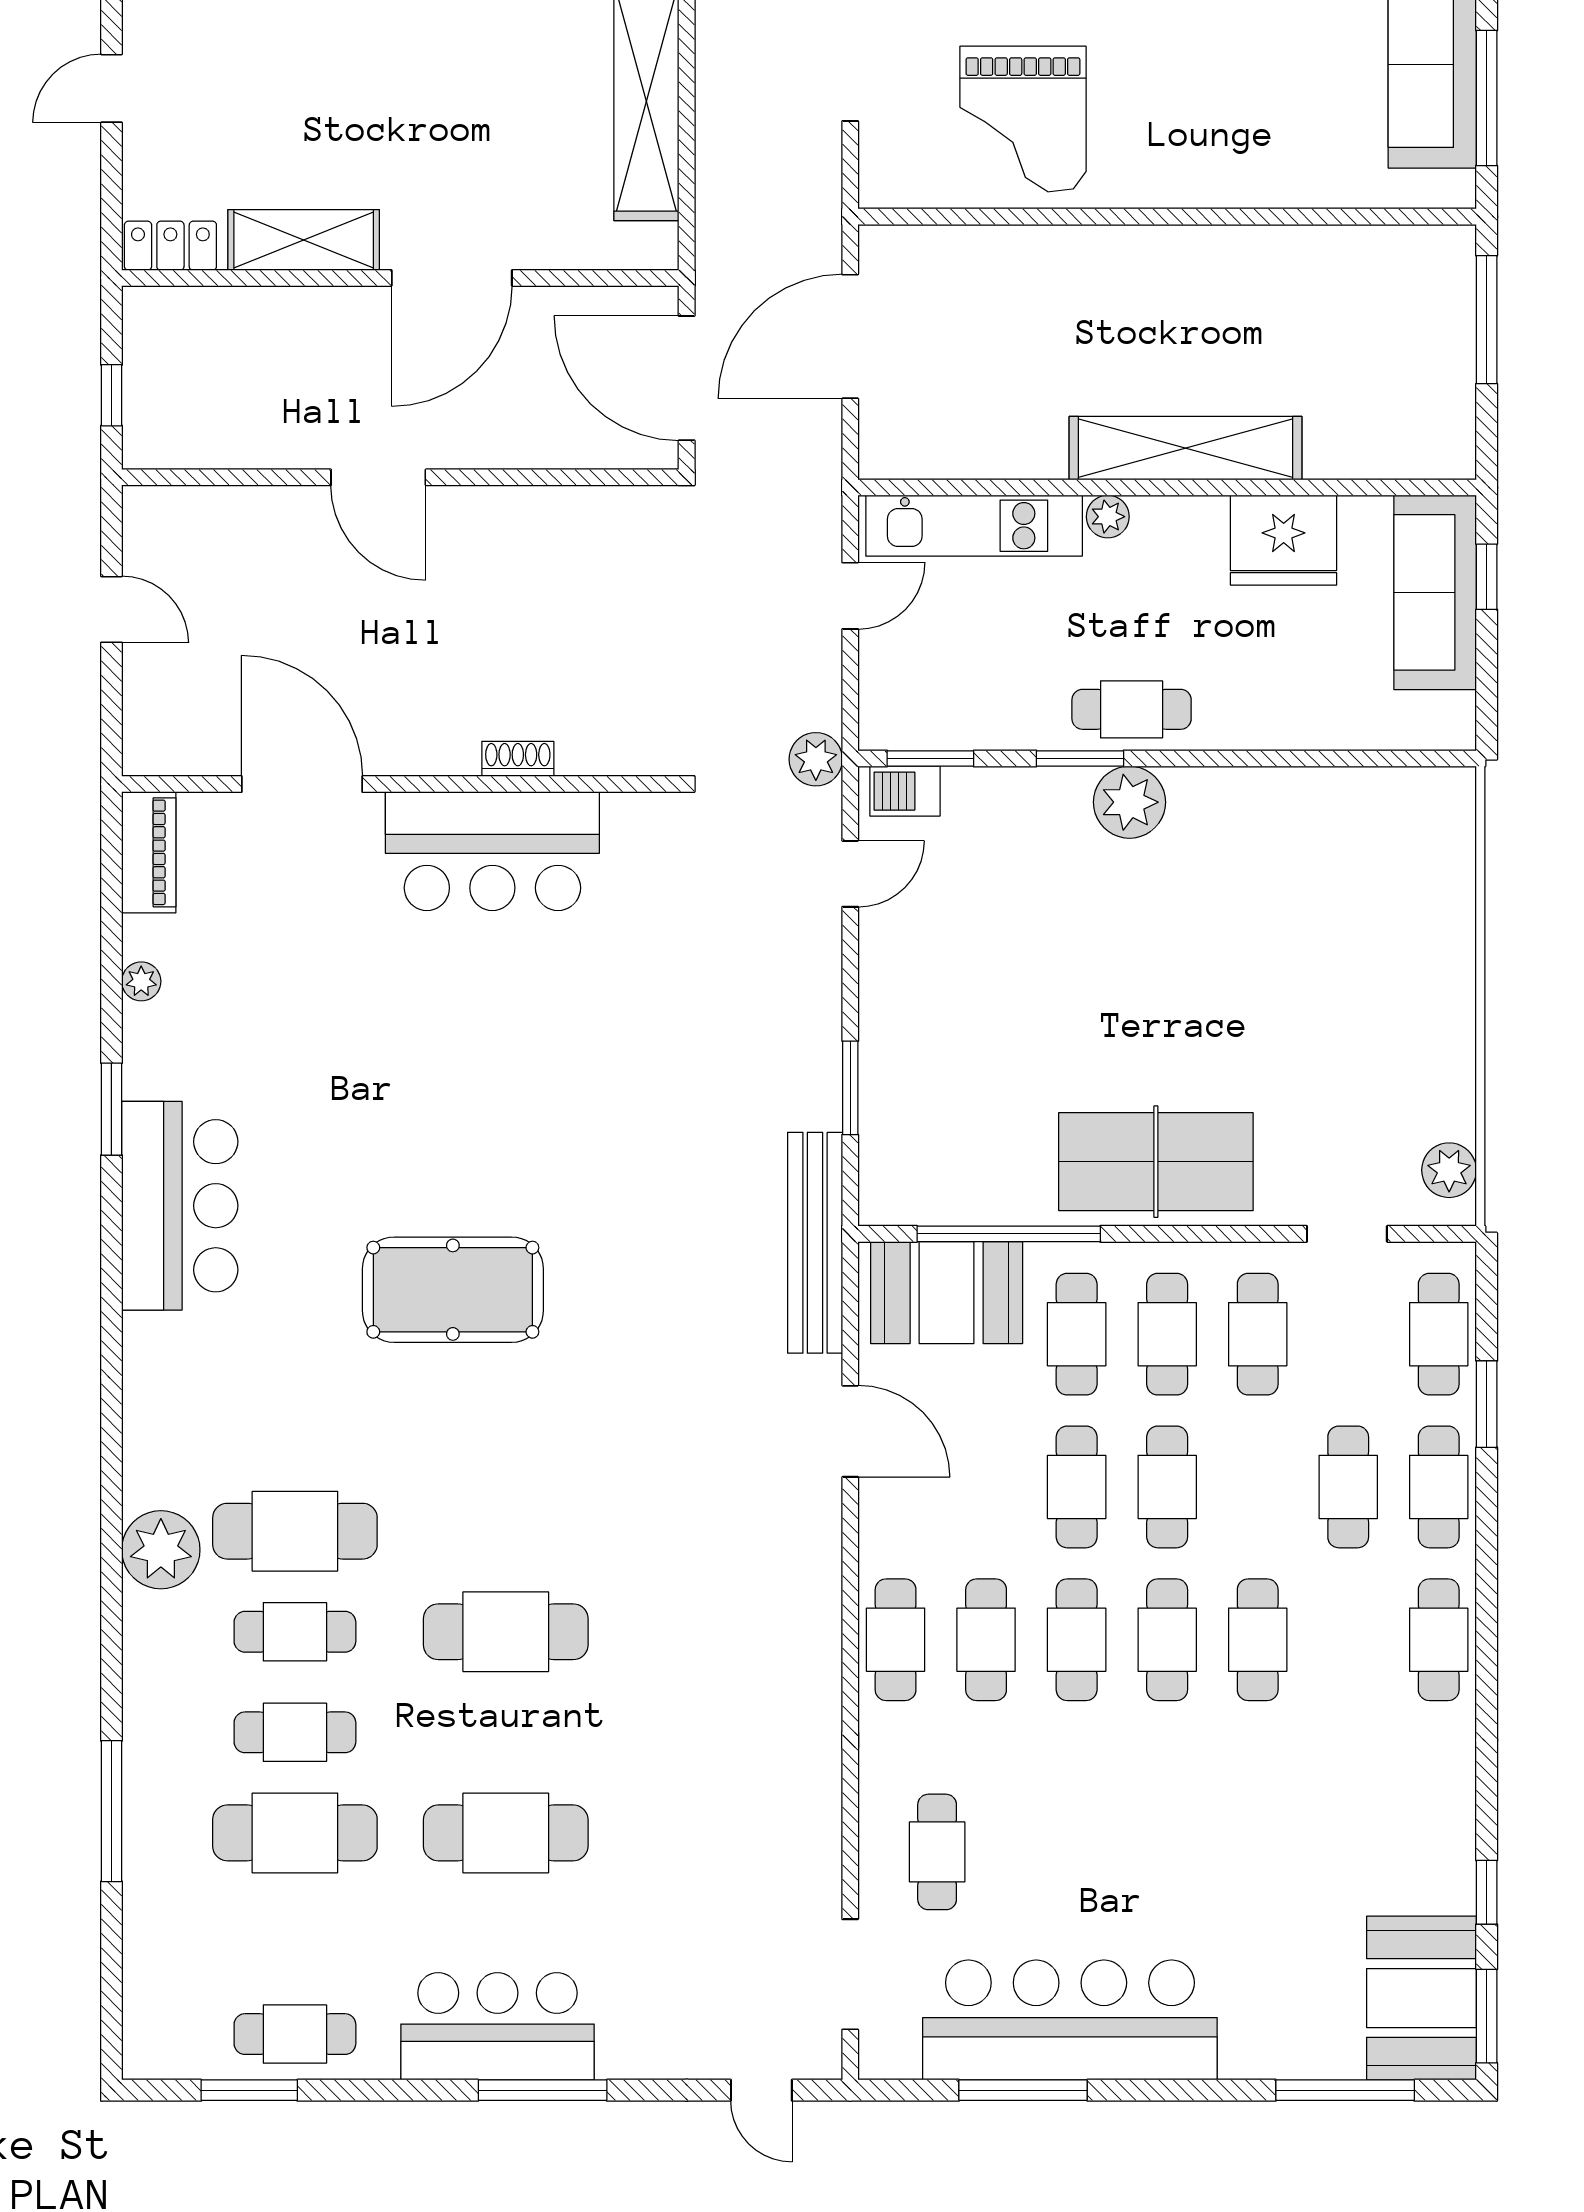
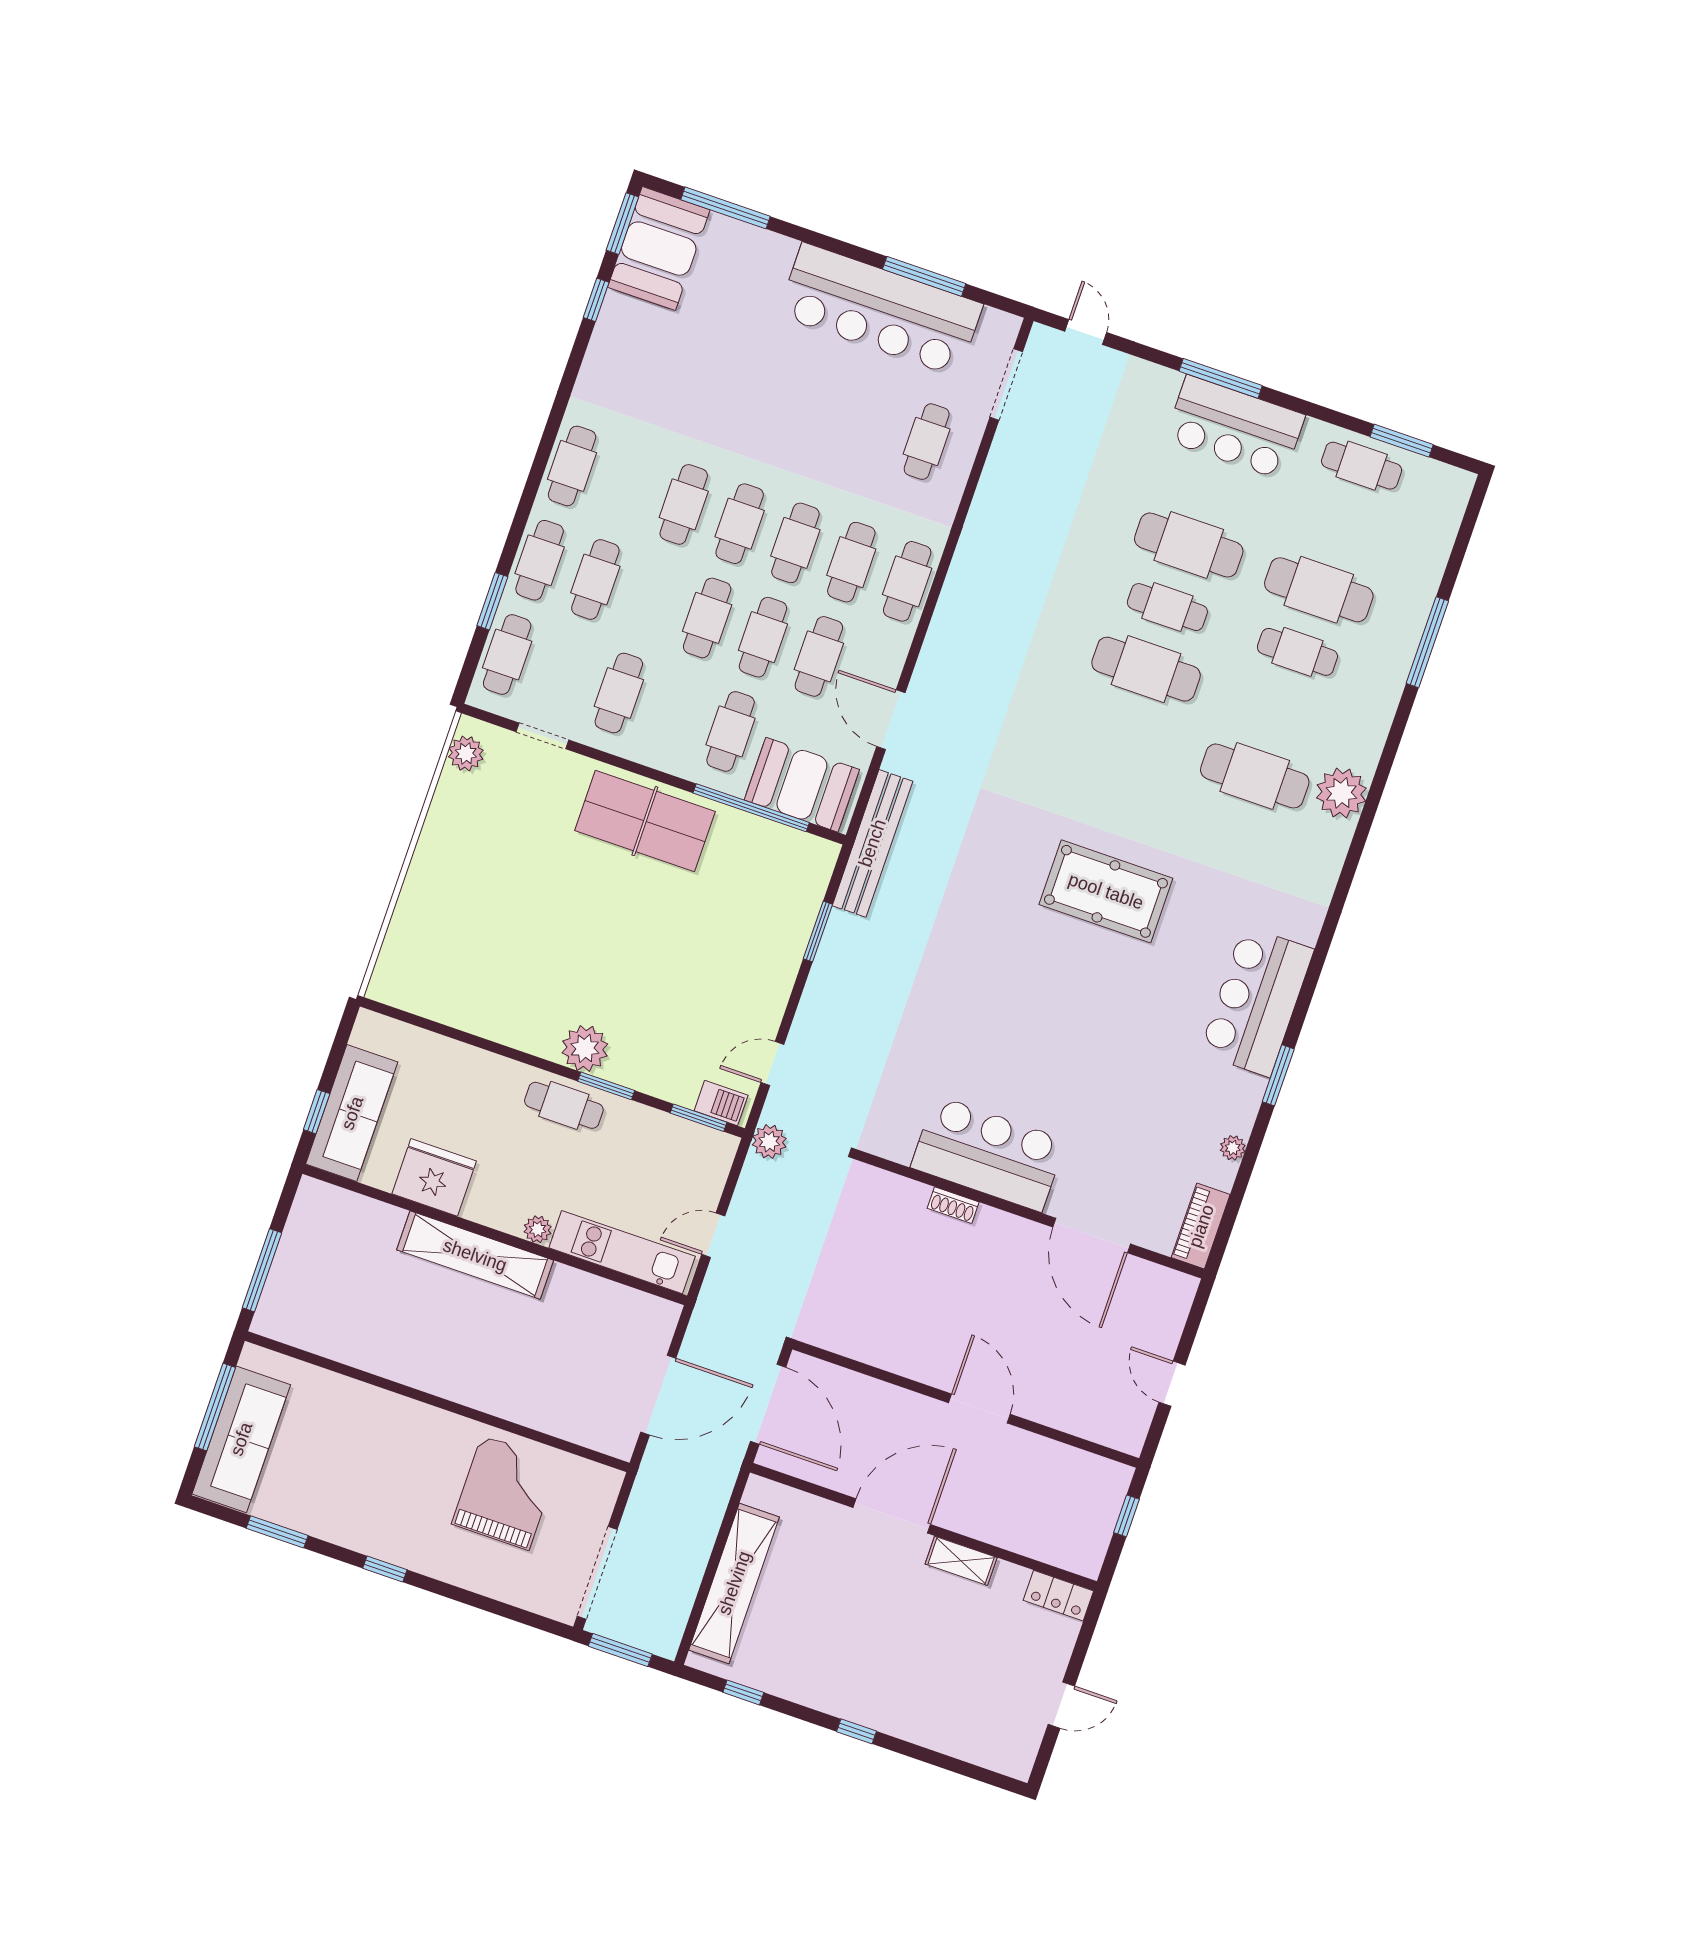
shelving: (304, 240) -> (961, 1561), width x0.67, depth x0.75
cafe table: (1167, 1334) -> (819, 656), moved
cafe table: (295, 1632) -> (1167, 607), moved

